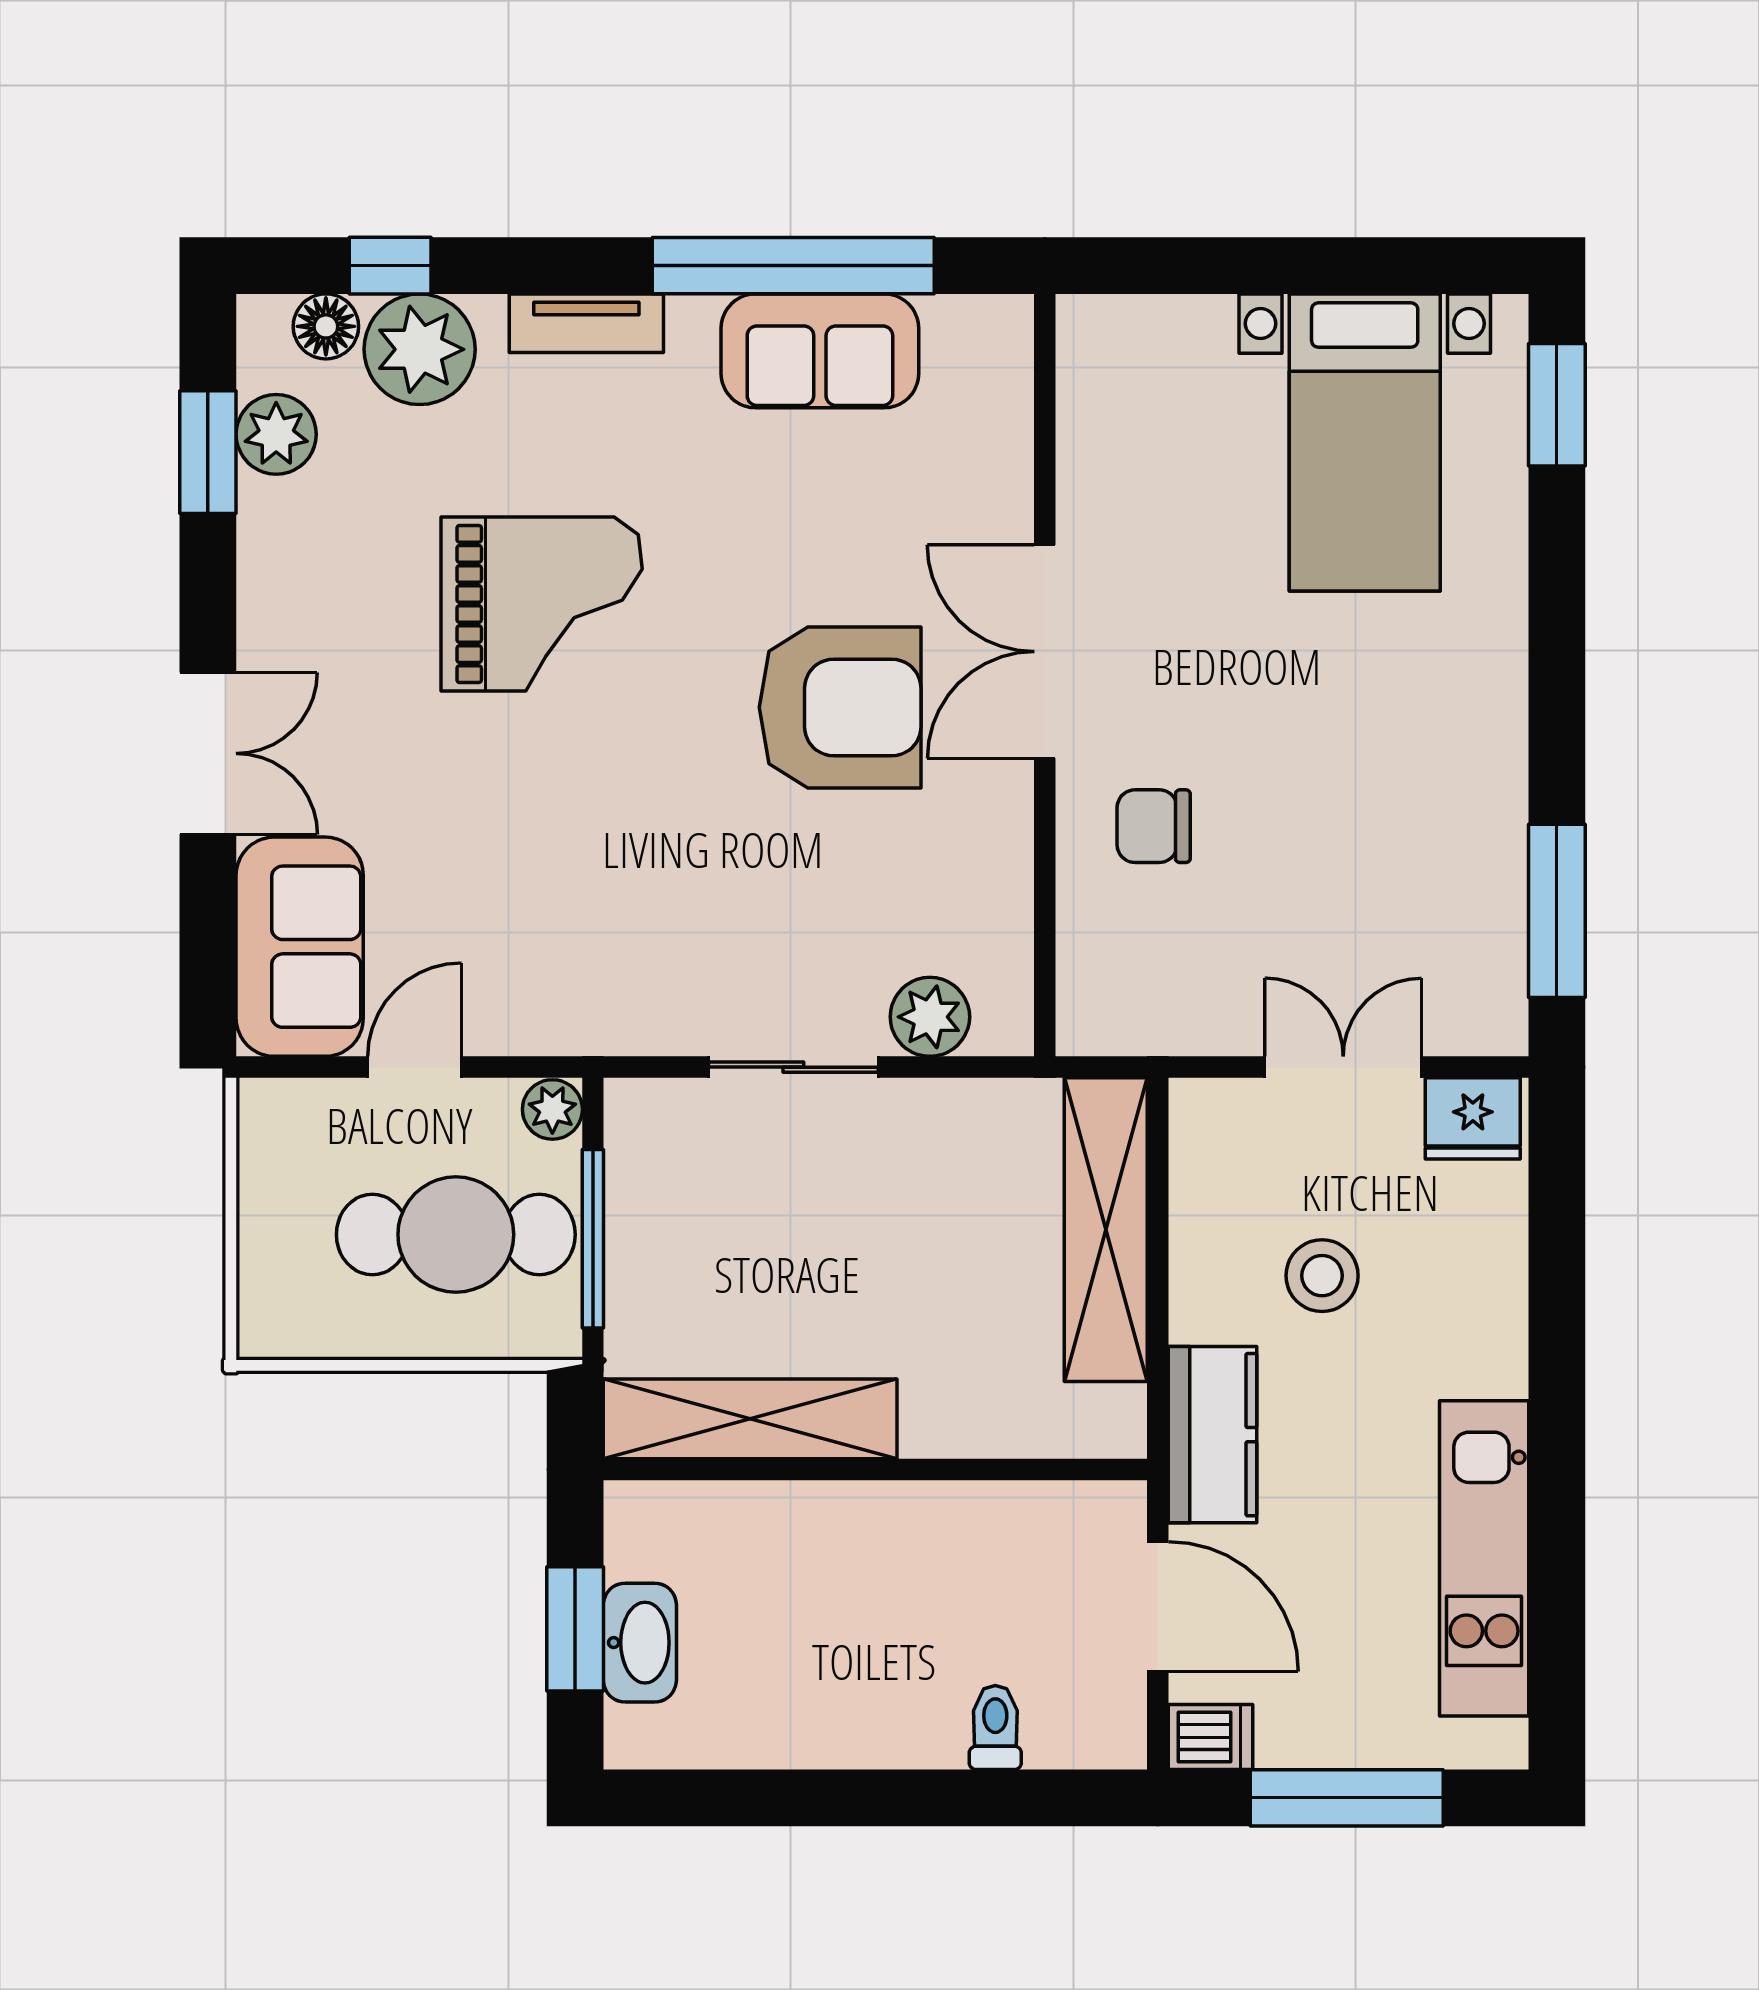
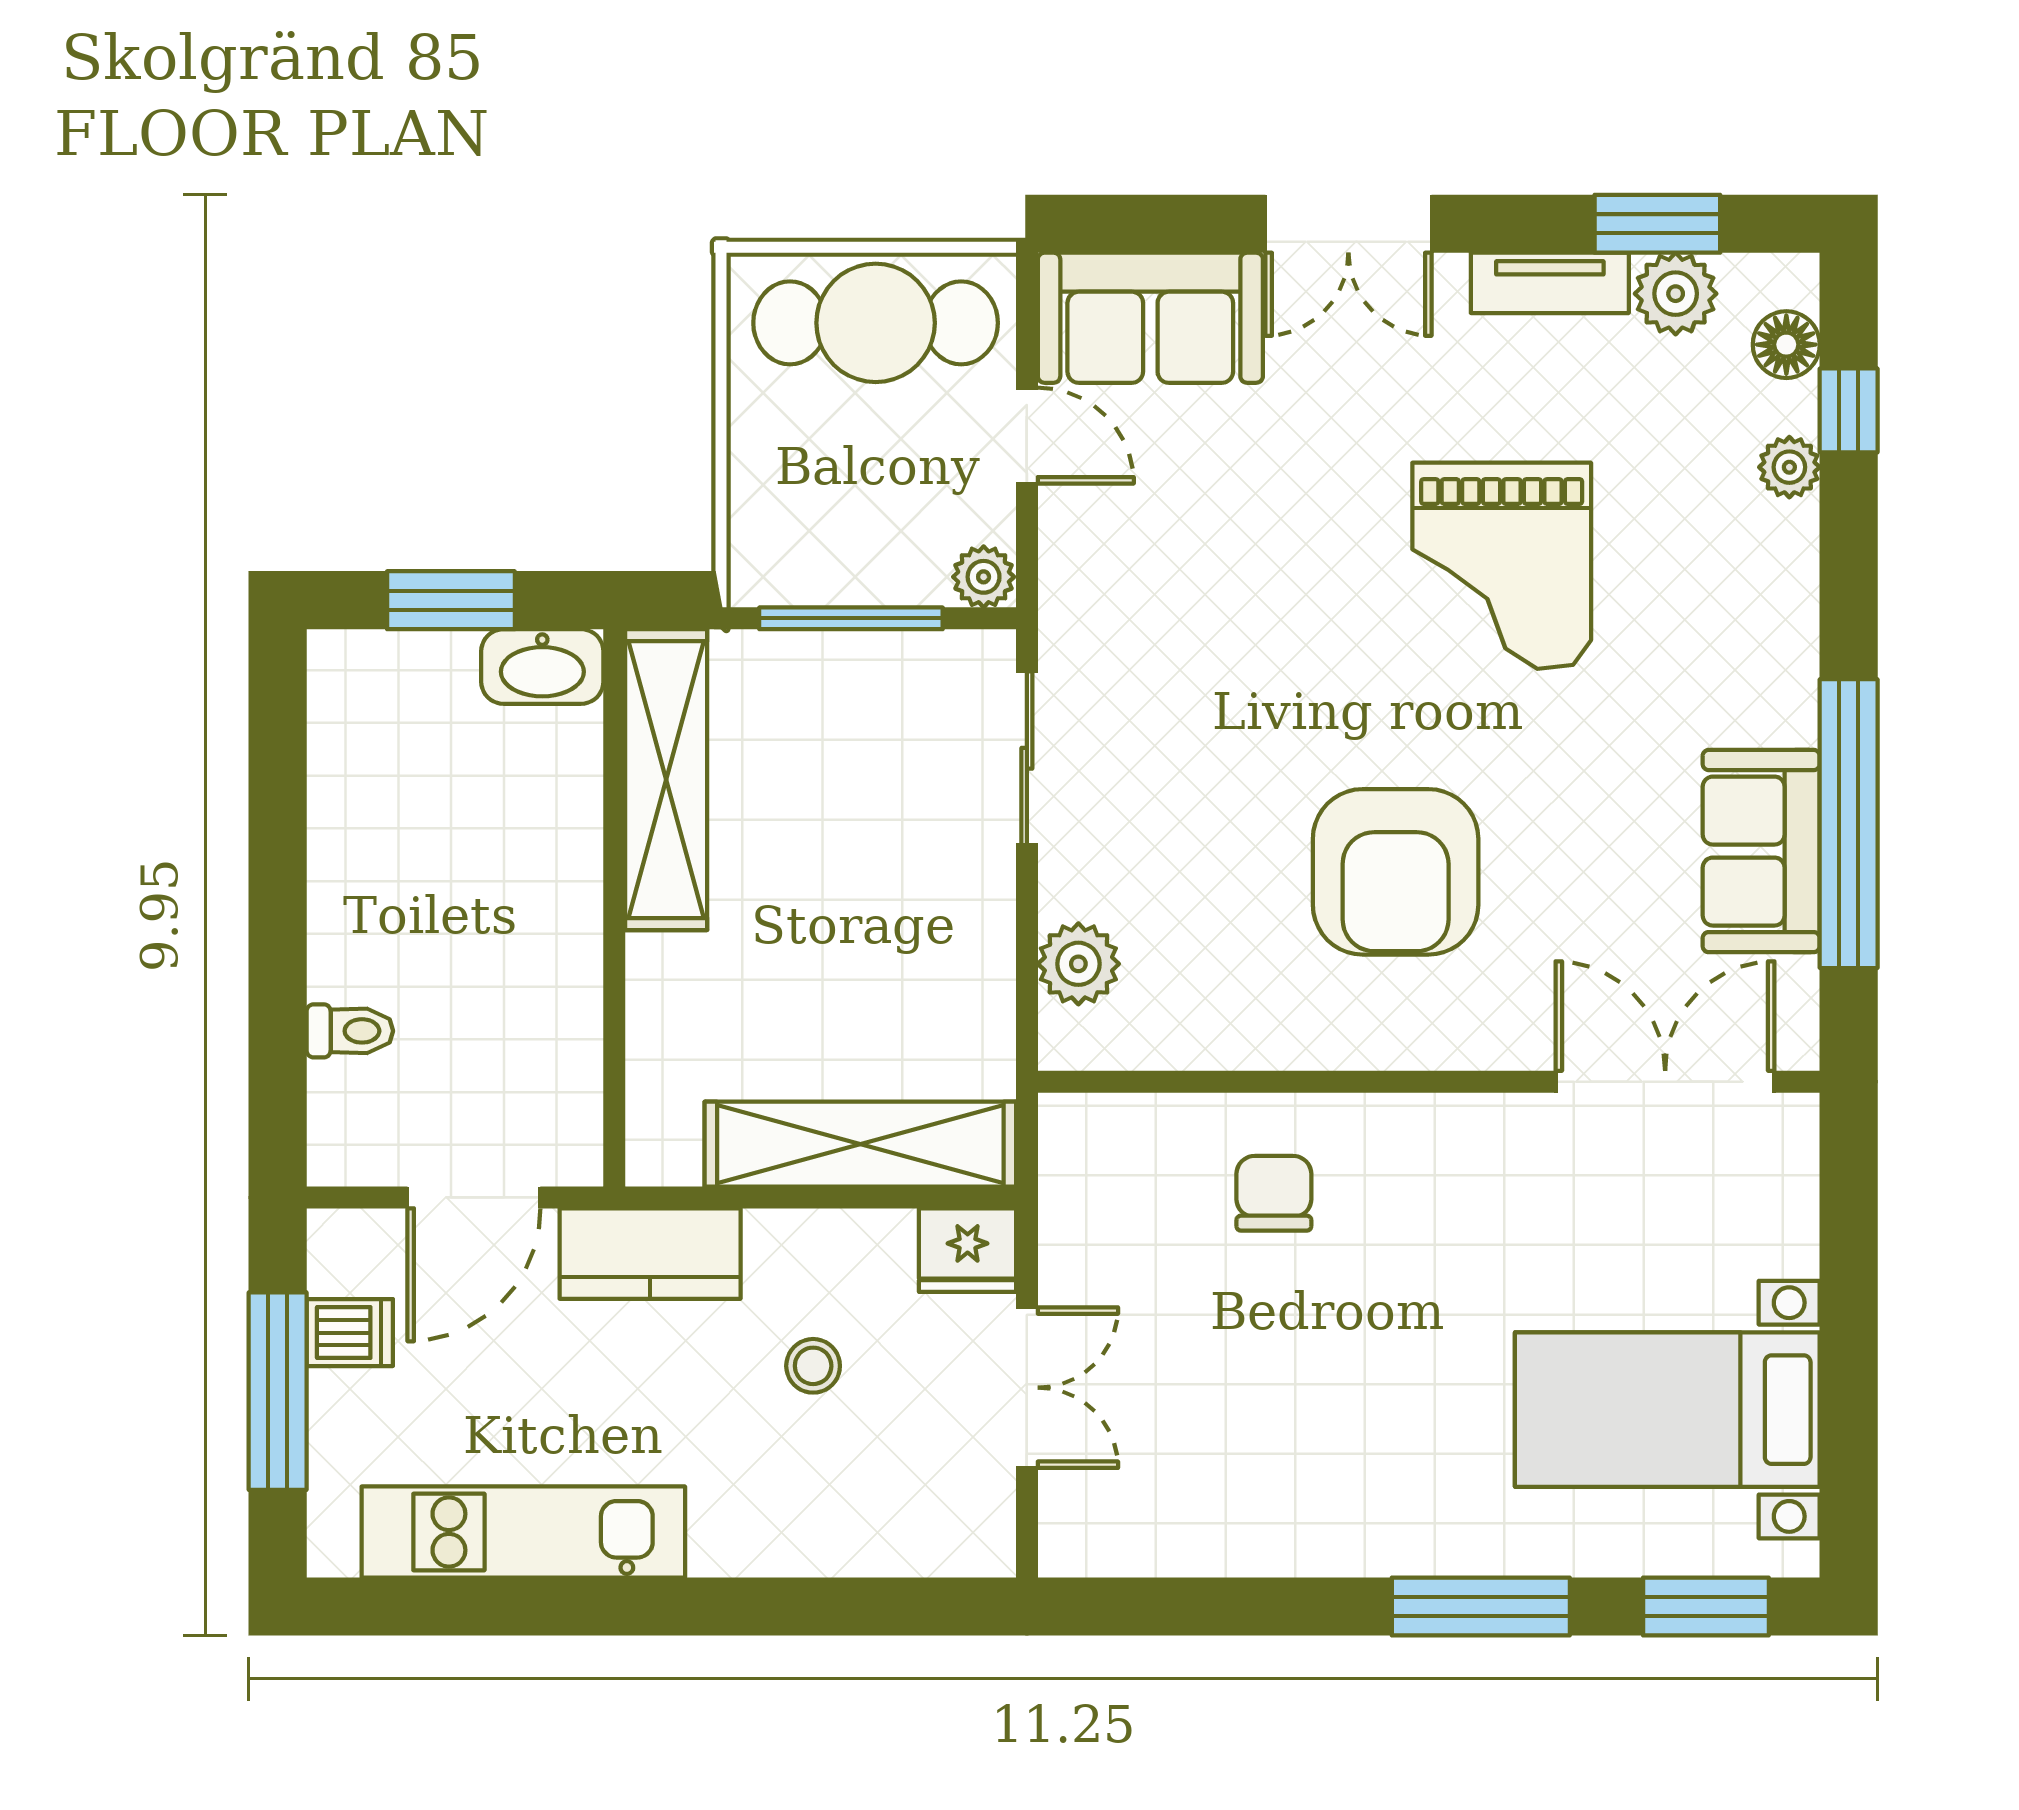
tv unit: (586, 323) -> (1550, 283), moved, turned -90
plant: (420, 349) -> (1789, 467), width x0.53, depth x0.53
double door: (1045, 652) -> (1665, 1082), moved
window: (1557, 911) -> (1481, 1607), moved
sliding door: (793, 1067) -> (1027, 758), moved
fridge: (1473, 1118) -> (968, 1250), moved, turned -90
cafe table: (456, 1235) -> (876, 323), moved, turned 90
stool: (1322, 1276) -> (813, 1366), width x0.73, depth x0.73
washbasin: (640, 1643) -> (542, 666), moved
dishwasher: (1211, 1737) -> (350, 1333), moved, turned -90

